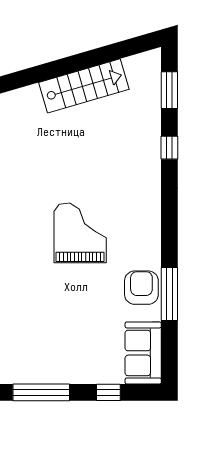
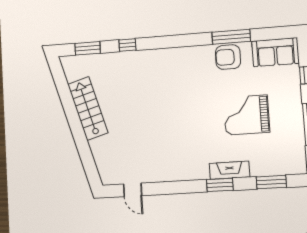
grand piano: (80, 233) -> (246, 115), moved

